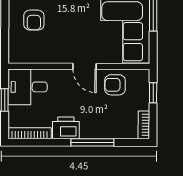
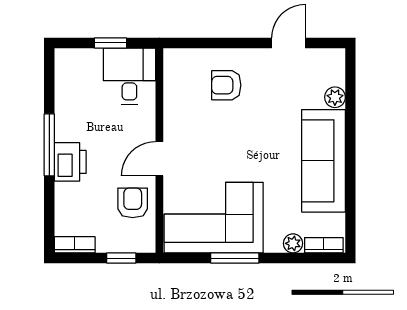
printer: (66, 128) -> (70, 162), moved
bookcase: (30, 133) -> (62, 79), removed
window: (92, 142) -> (49, 145), moved

